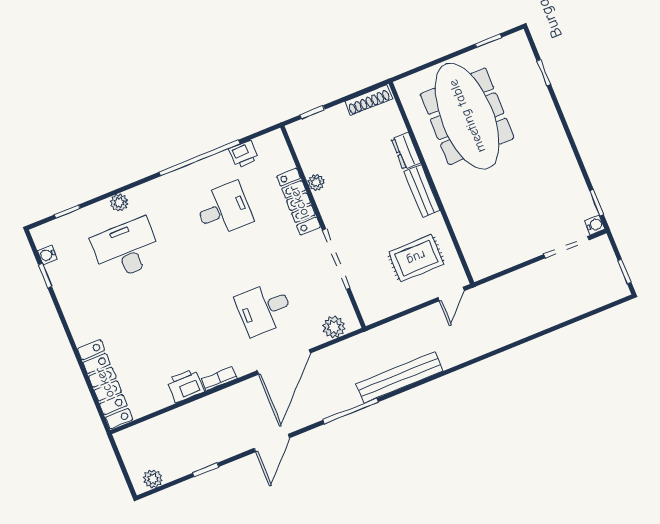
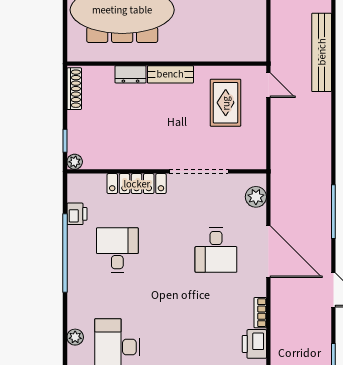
plant: (316, 182) -> (75, 162), moved
bench: (399, 377) -> (322, 52), moved

